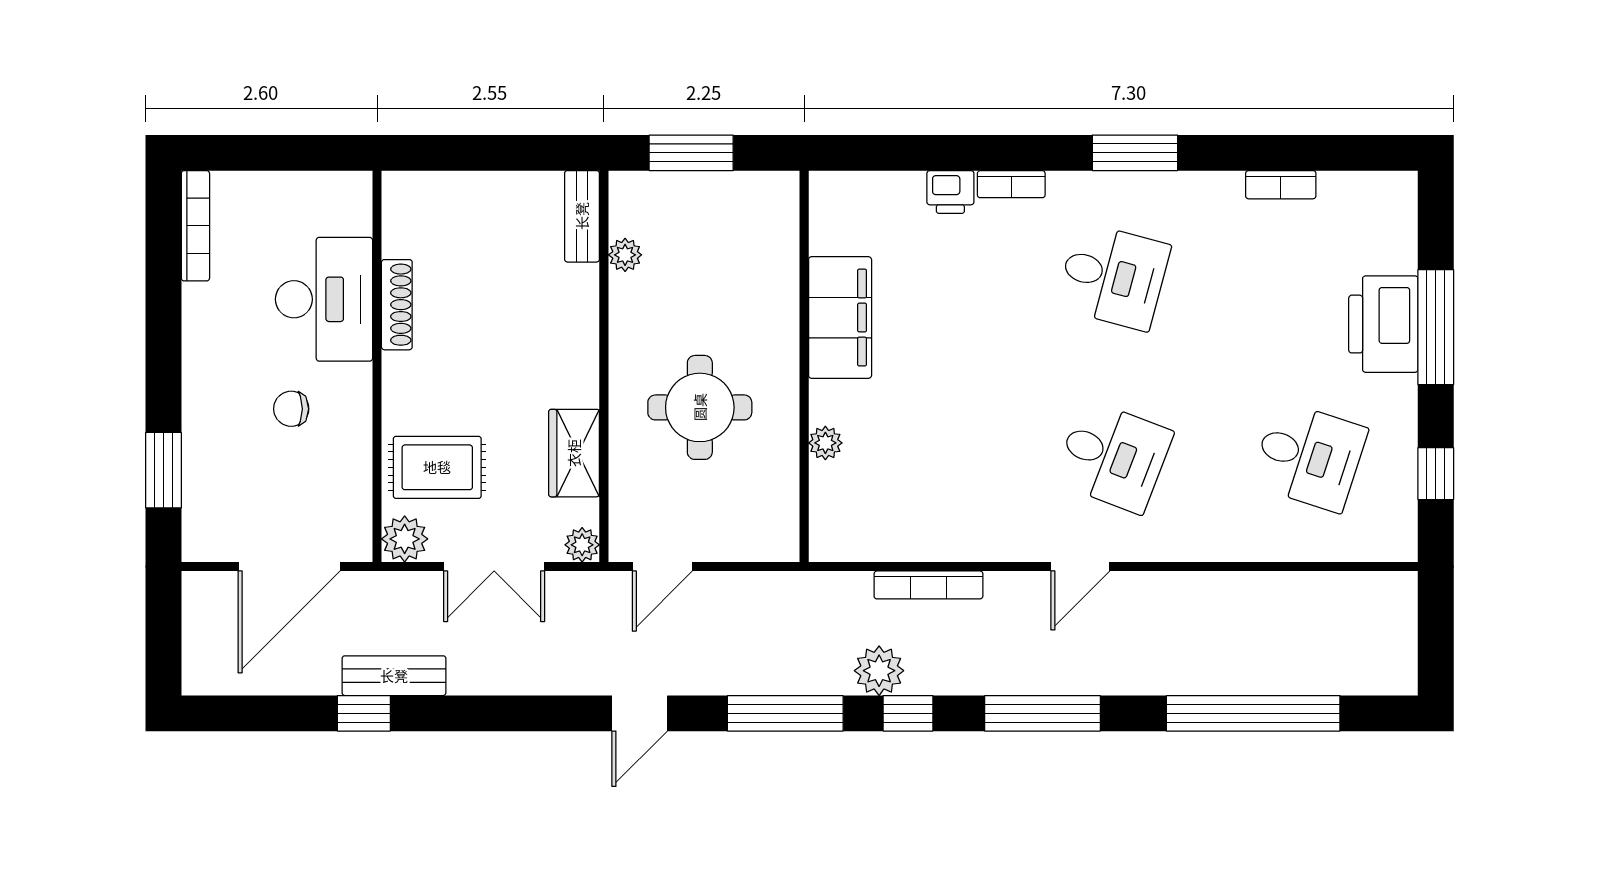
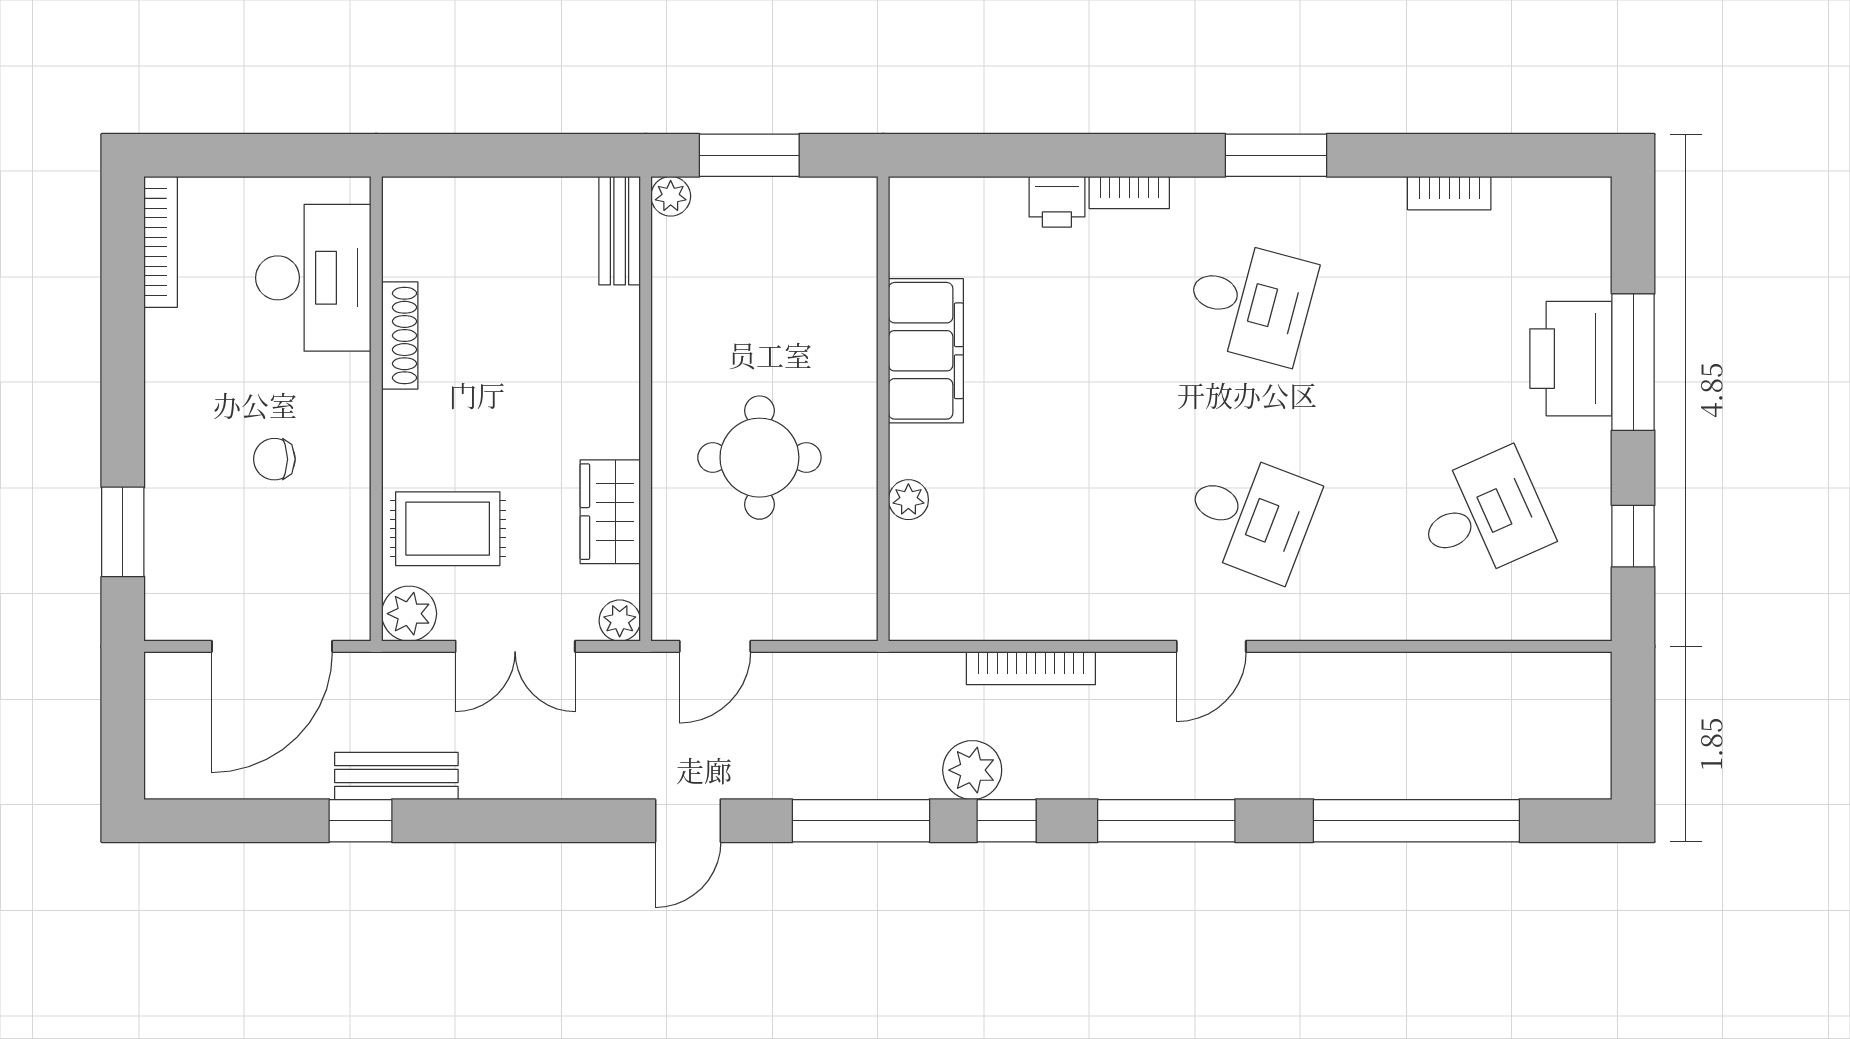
plant: (625, 255) -> (671, 196), moved
desk: (324, 299) -> (313, 278), moved
desk: (1309, 456) -> (1483, 516), turned -42

